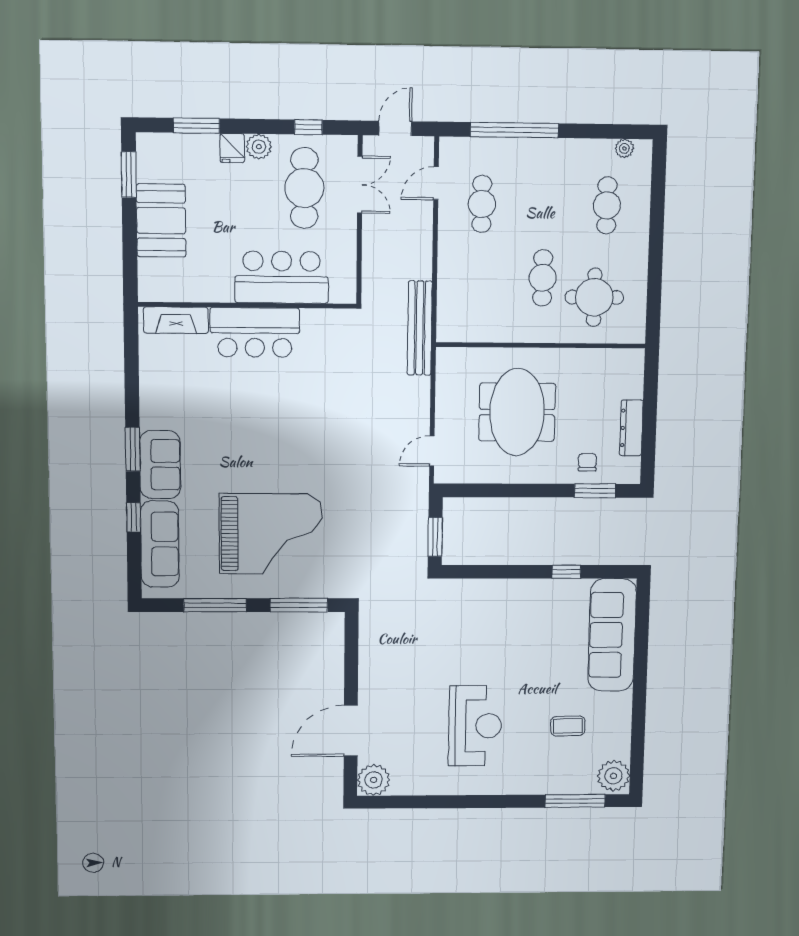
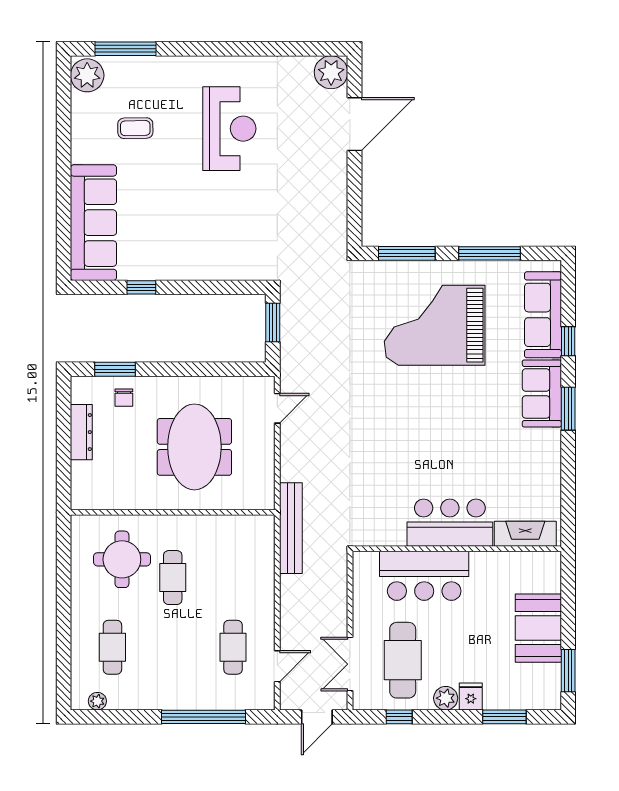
reception desk: (475, 726) -> (229, 129), turned 180

